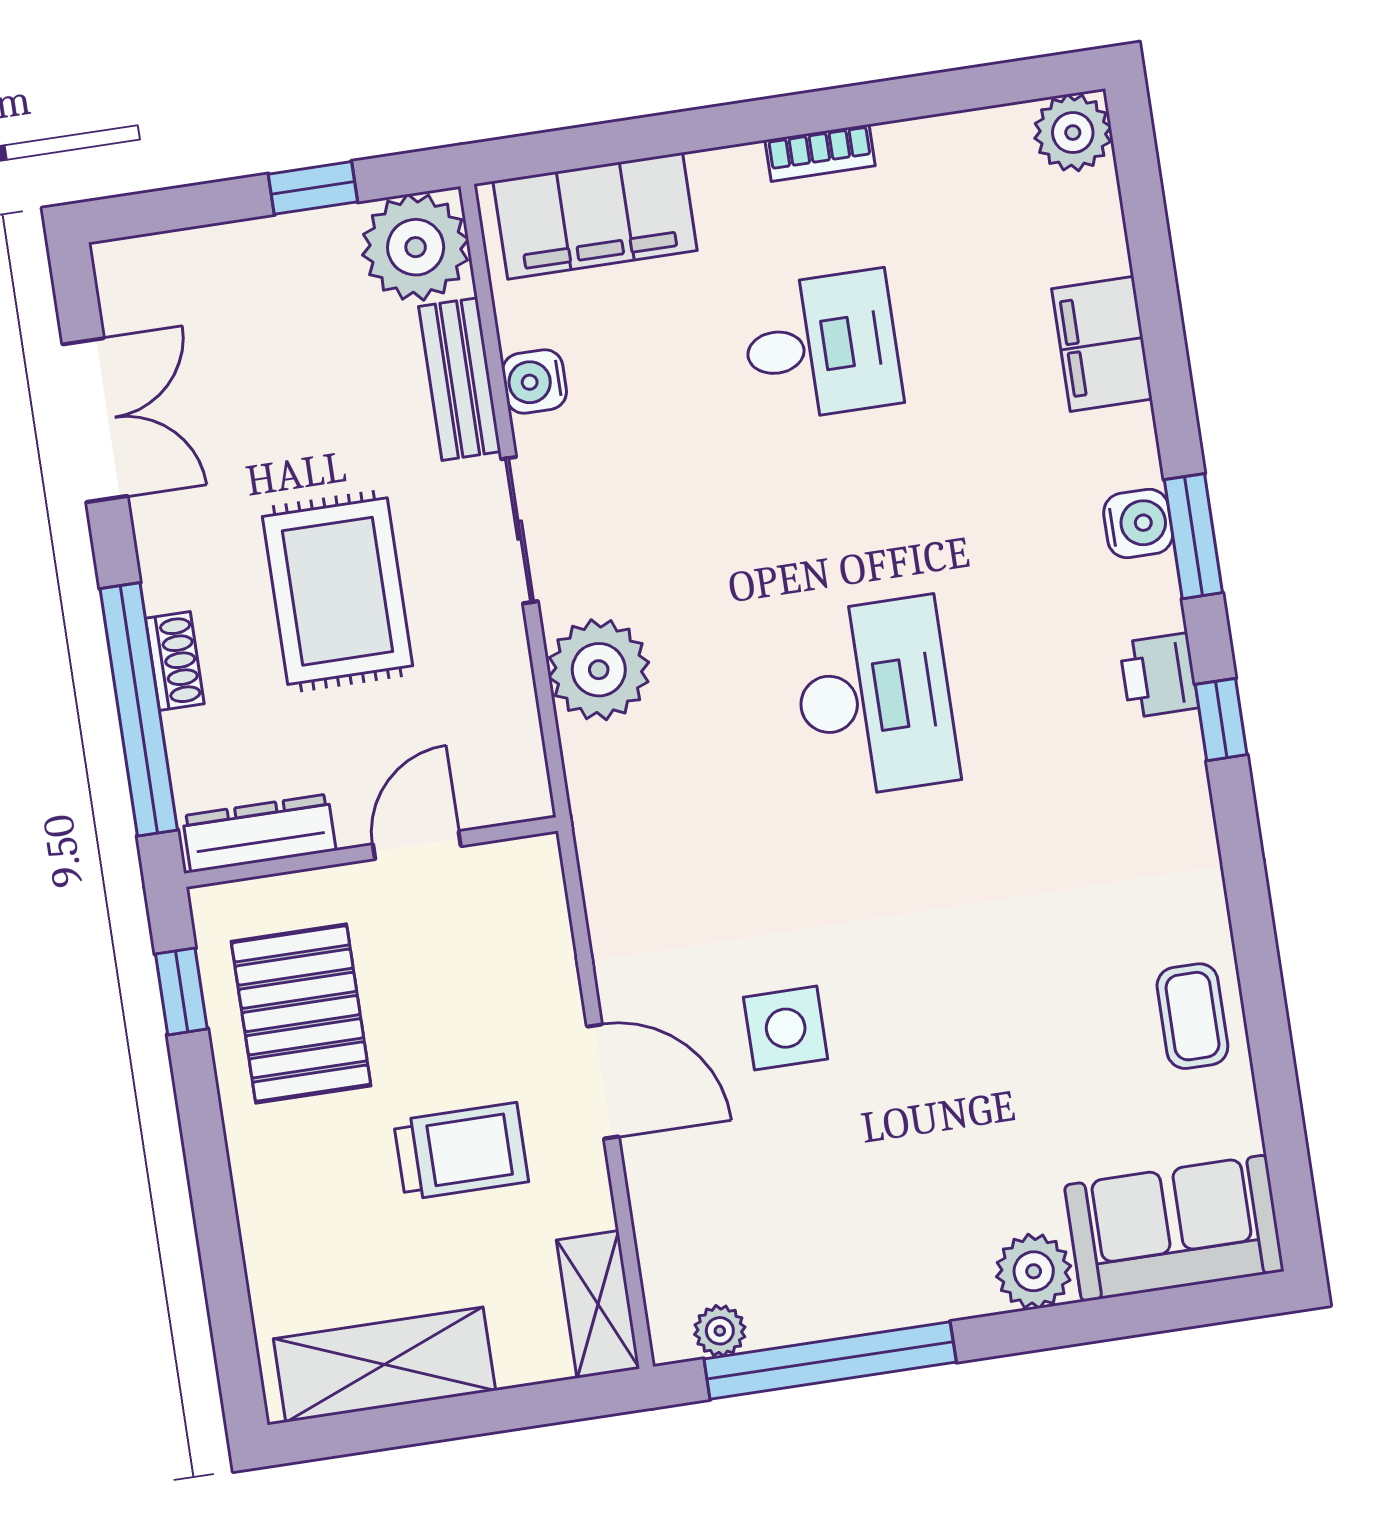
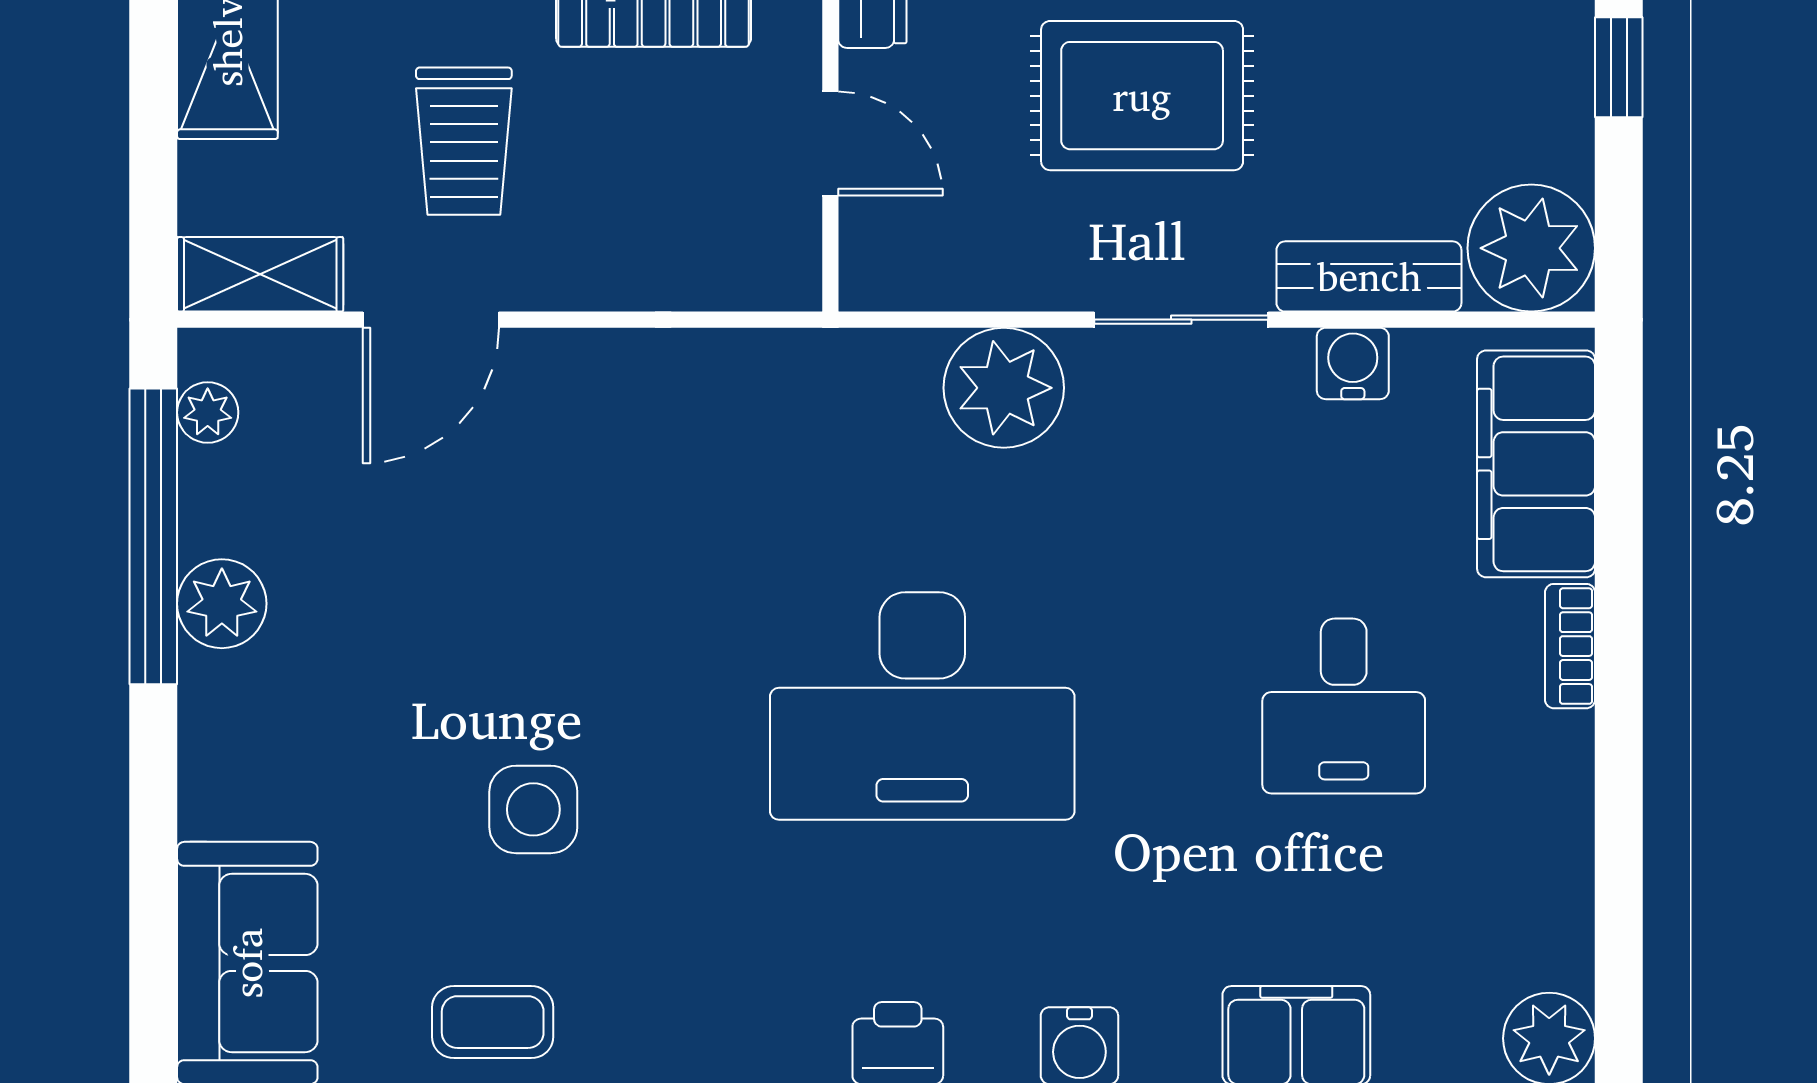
bookcase: (820, 153) -> (1570, 646), moved
window: (313, 188) -> (1619, 67), moved
desk: (875, 698) -> (922, 706), width x1.36, depth x1.30
side table: (786, 1028) -> (533, 809), moved
door: (603, 1082) -> (431, 320), moved
plant: (1034, 1271) -> (222, 604), moved

